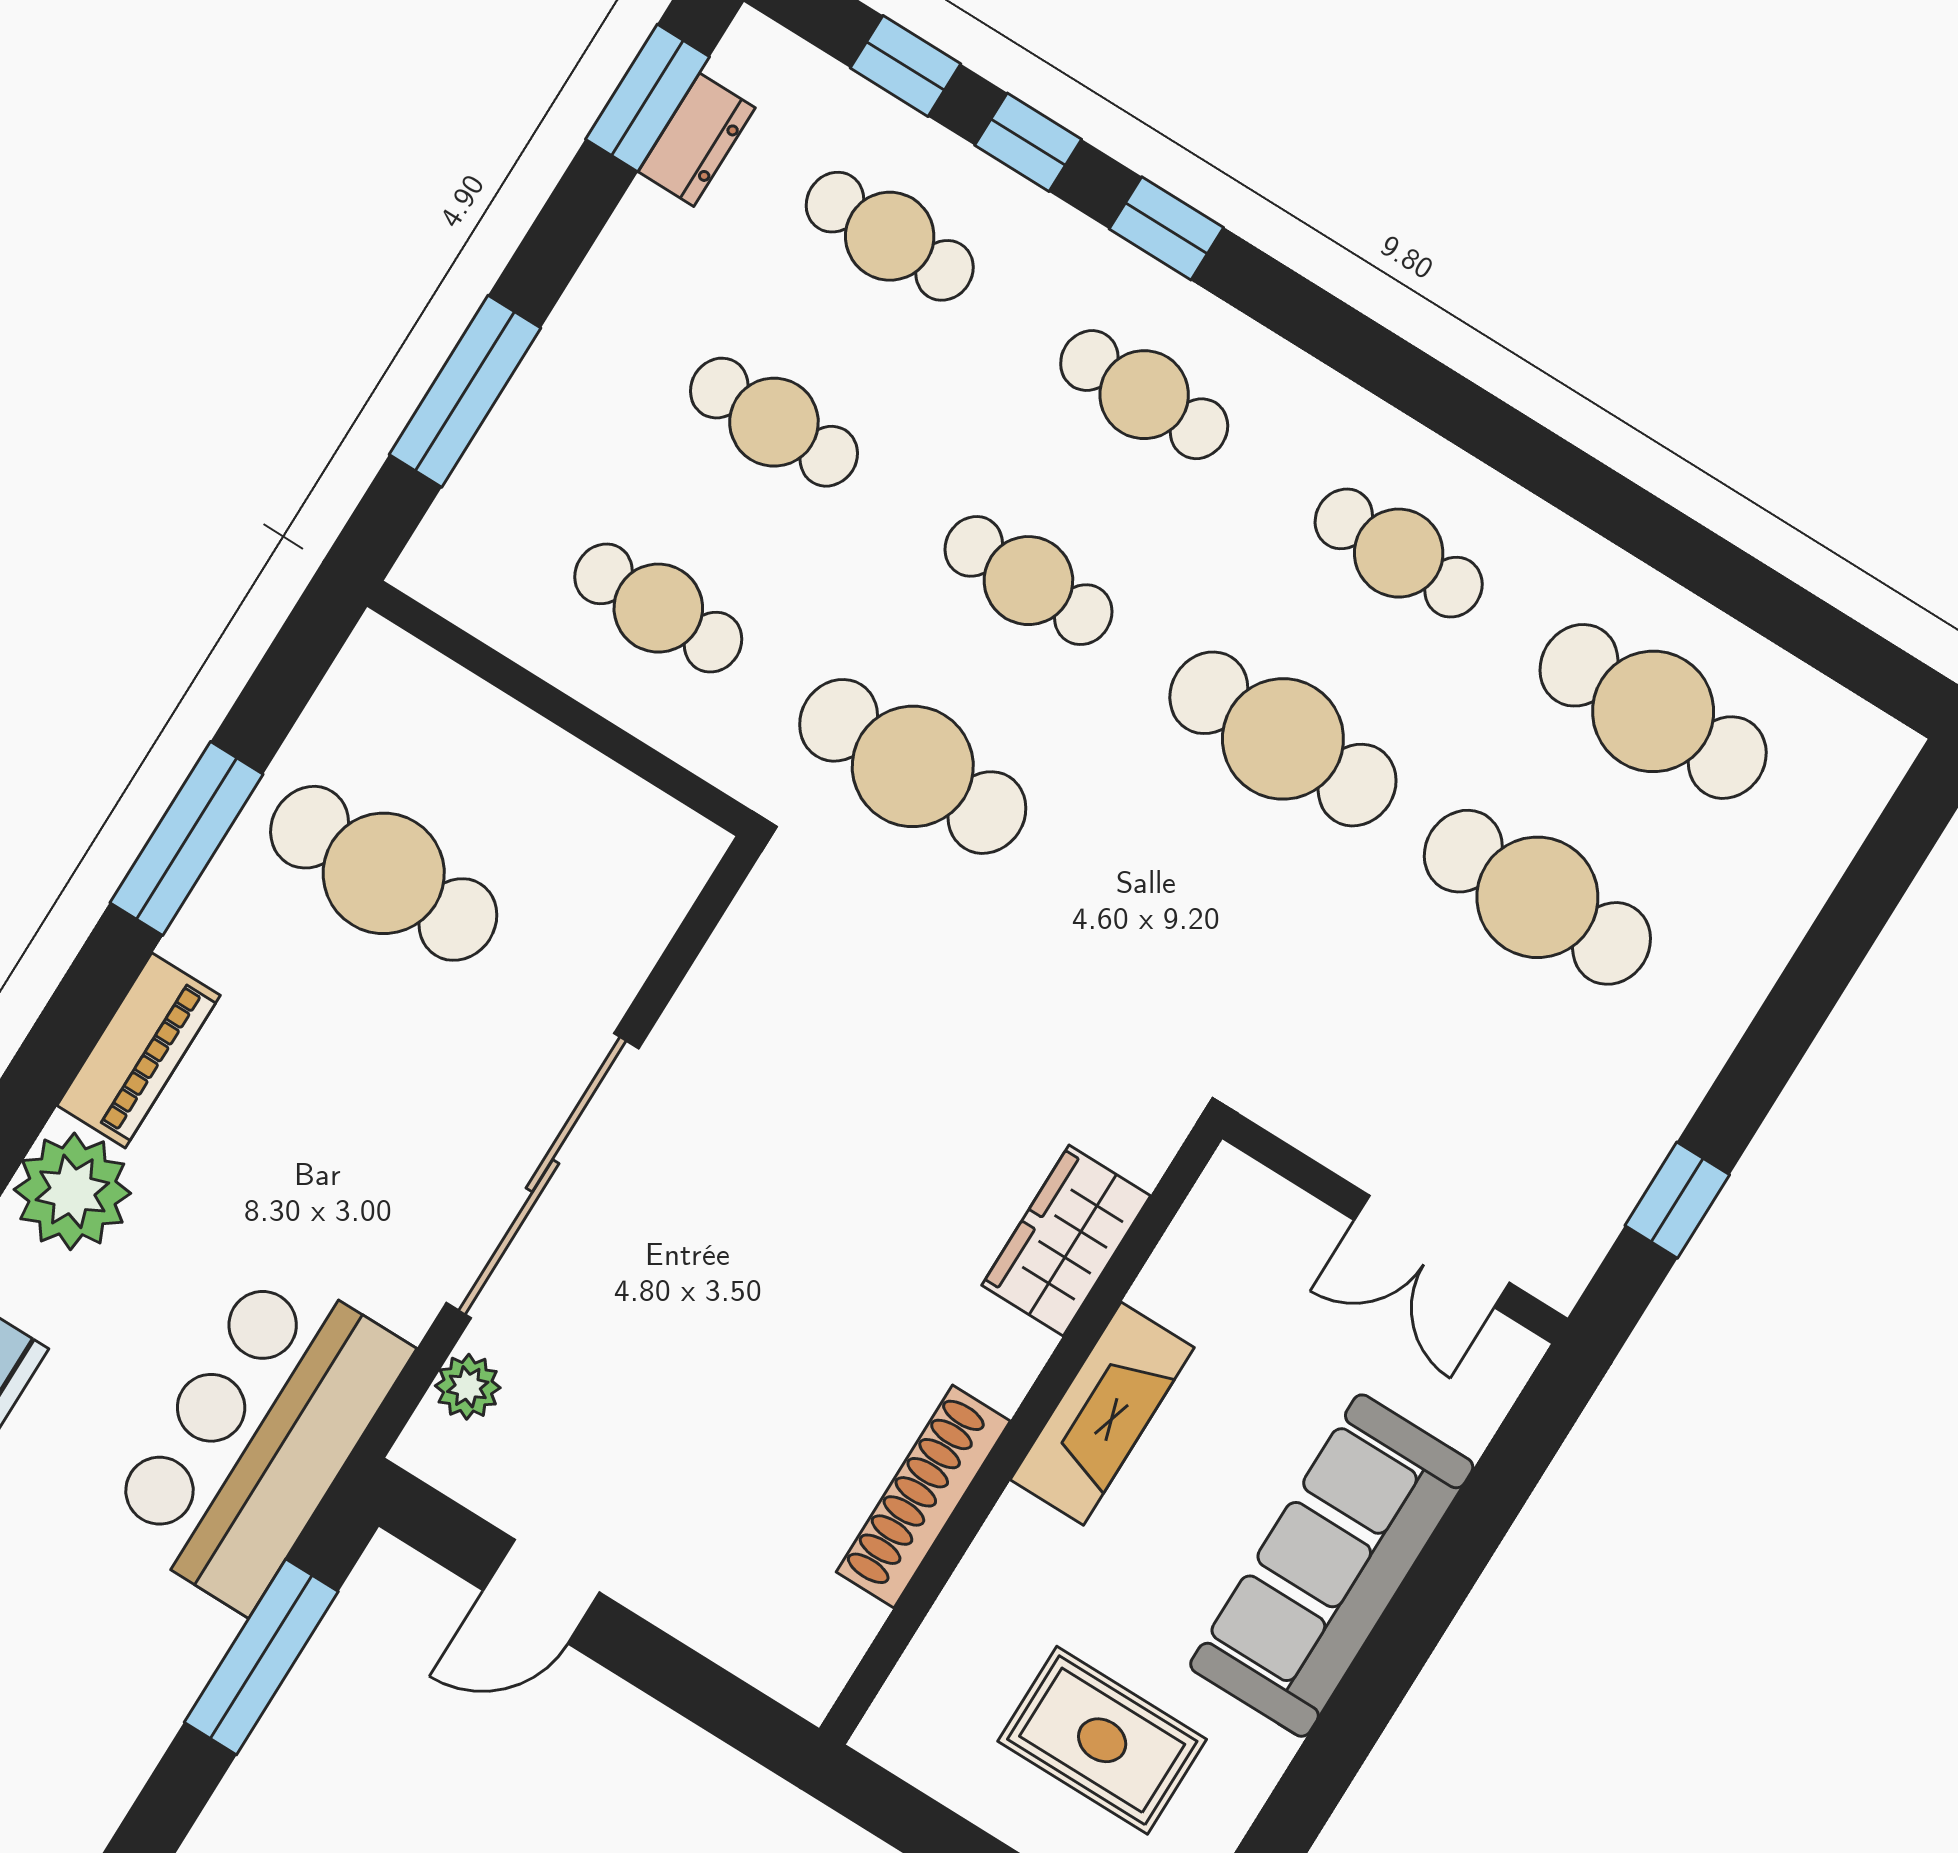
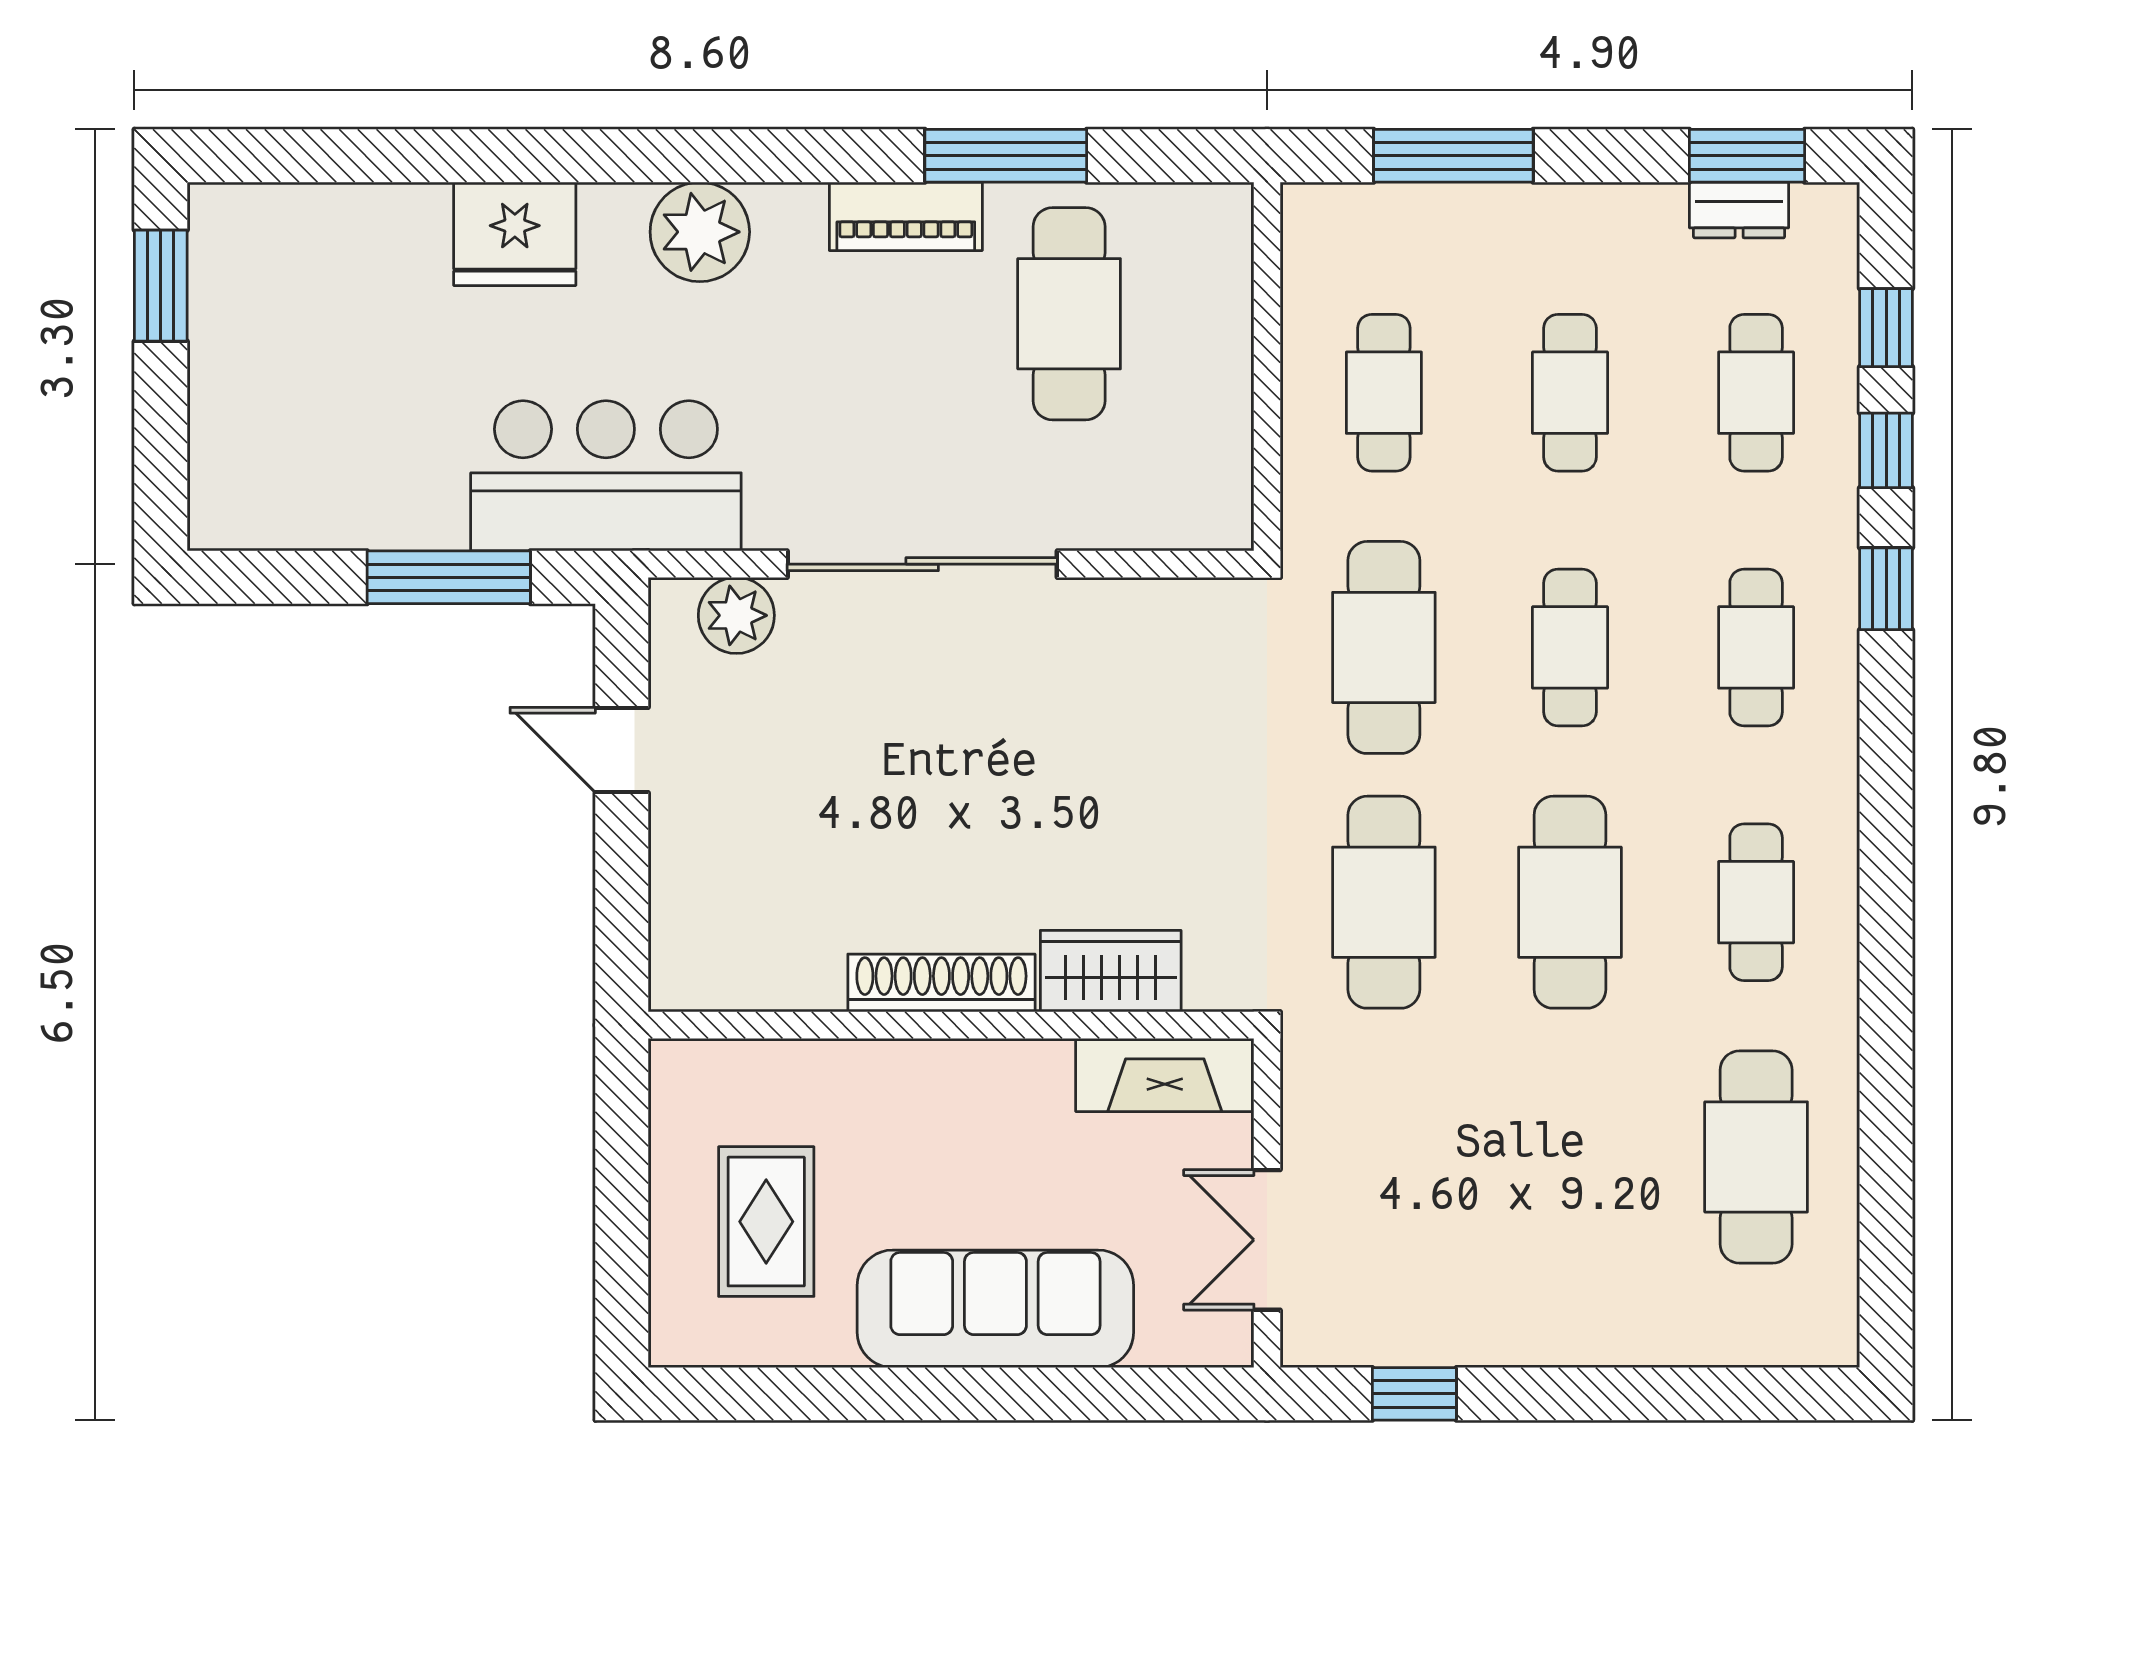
cafe table: (1537, 897) -> (1384, 902), moved
piano: (139, 1050) -> (906, 216), moved
plant: (468, 1387) -> (736, 615), width x1.38, depth x1.38
fireplace: (1102, 1414) -> (1165, 1075), moved
shoe rack: (923, 1496) -> (941, 983), moved

